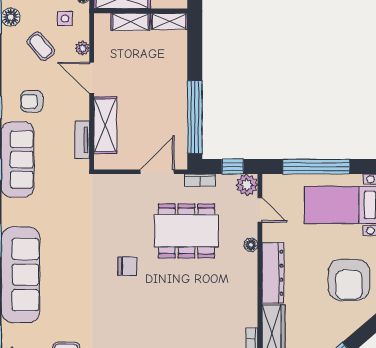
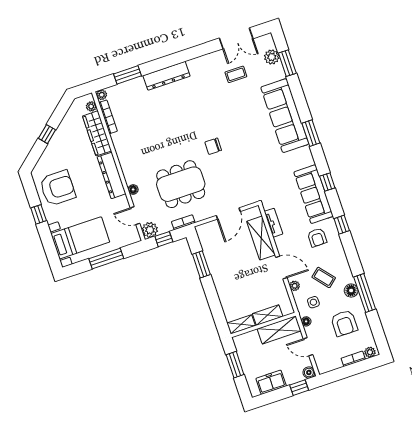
armchair: (32, 101) -> (317, 237), turned 90
window: (195, 117) -> (201, 264), width x0.47
window: (316, 167) -> (106, 258), width x0.68
door: (157, 172) -> (228, 213), moved
armchair: (349, 280) -> (58, 188), turned 90

